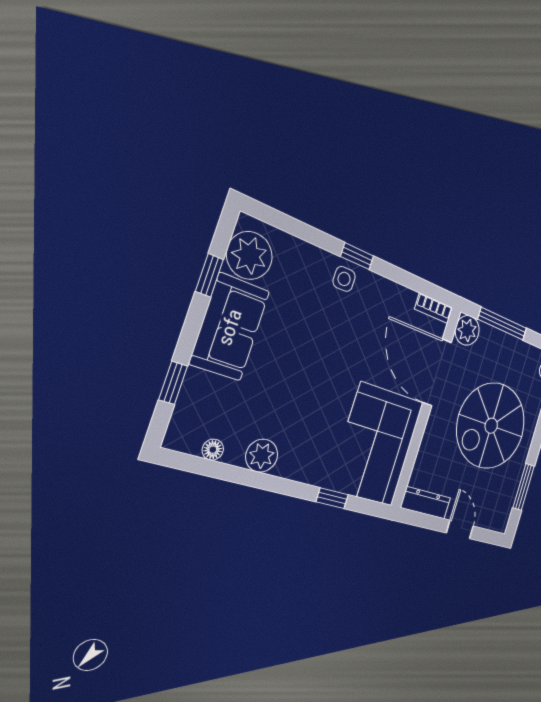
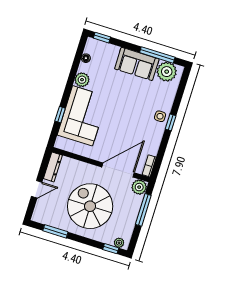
window: (209, 275) -> (157, 55), width x2.17
window: (173, 383) -> (102, 38), moved
corner sofa: (377, 445) -> (83, 116), moved, turned 90

